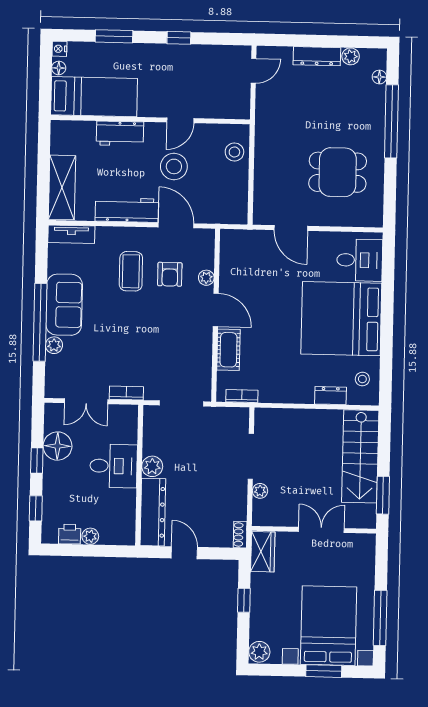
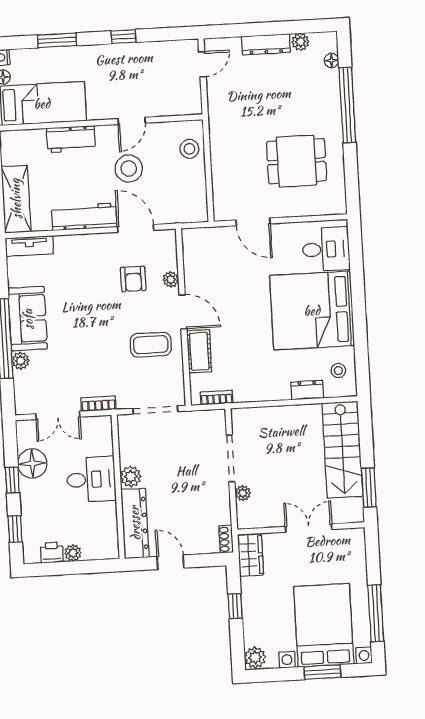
coffee table: (131, 271) -> (151, 345), moved, turned 90

